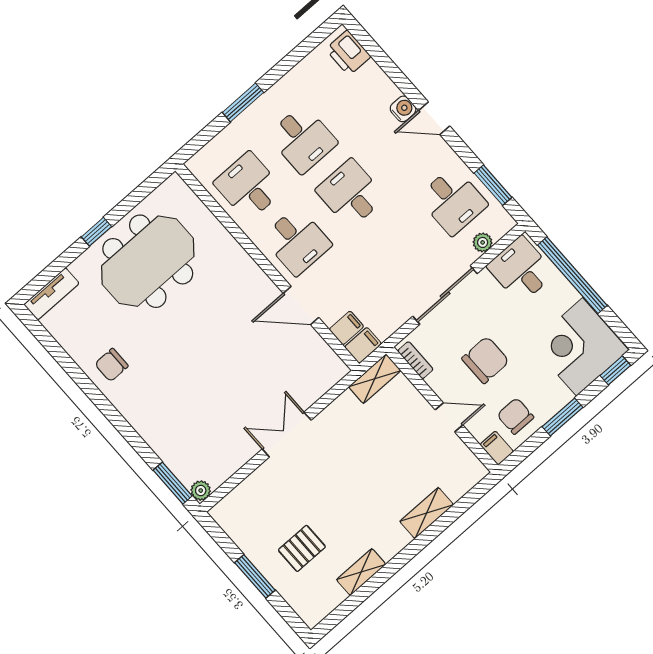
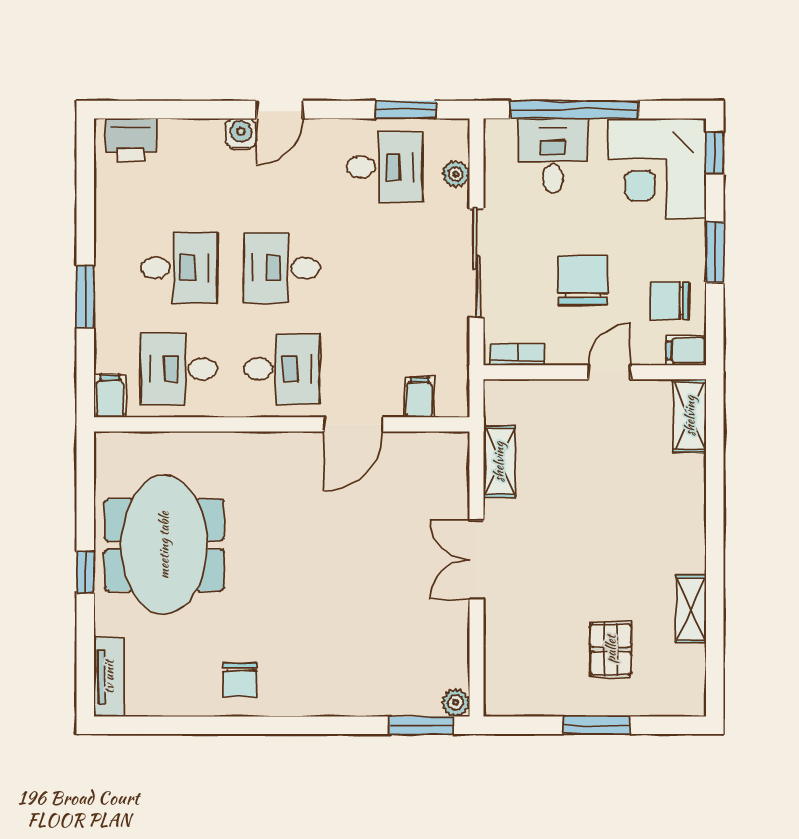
desk: (521, 270) -> (553, 156), moved, turned 90
filing cabinet: (363, 345) -> (110, 396), moved
shelving: (375, 379) -> (499, 462), moved
shelving: (427, 513) -> (690, 416), moved

